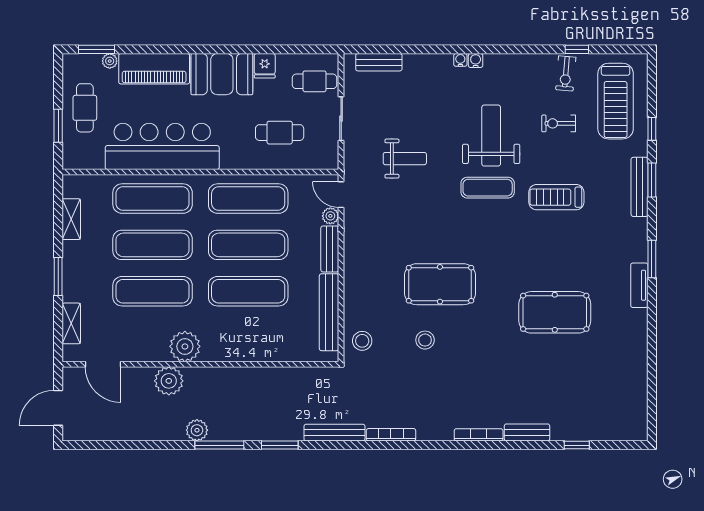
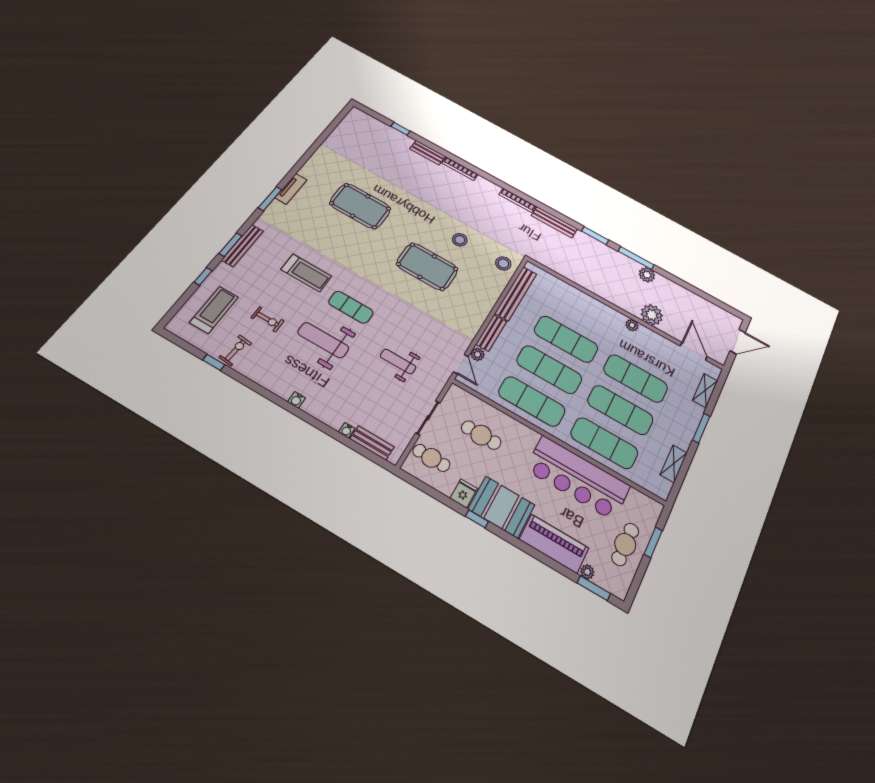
window: (239, 49) -> (477, 519), added
water cooler: (460, 60) -> (347, 430), moved
treadmill: (616, 101) -> (214, 310), width x0.73, depth x0.73
weight bench: (491, 136) -> (323, 340), turned 90
plant: (185, 346) -> (632, 325), width x0.53, depth x0.53

